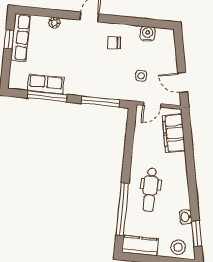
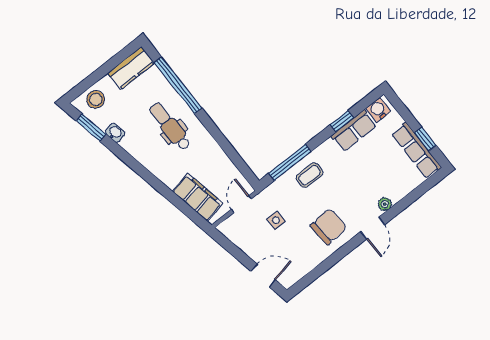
plant: (54, 23) -> (385, 204), moved
water cooler: (148, 34) -> (378, 110), moved, turned 180
chair: (114, 43) -> (329, 227), width x1.87, depth x1.87
coffee table: (96, 83) -> (310, 175), added
door: (183, 83) -> (263, 276), moved
window: (47, 96) -> (342, 121), width x0.46

